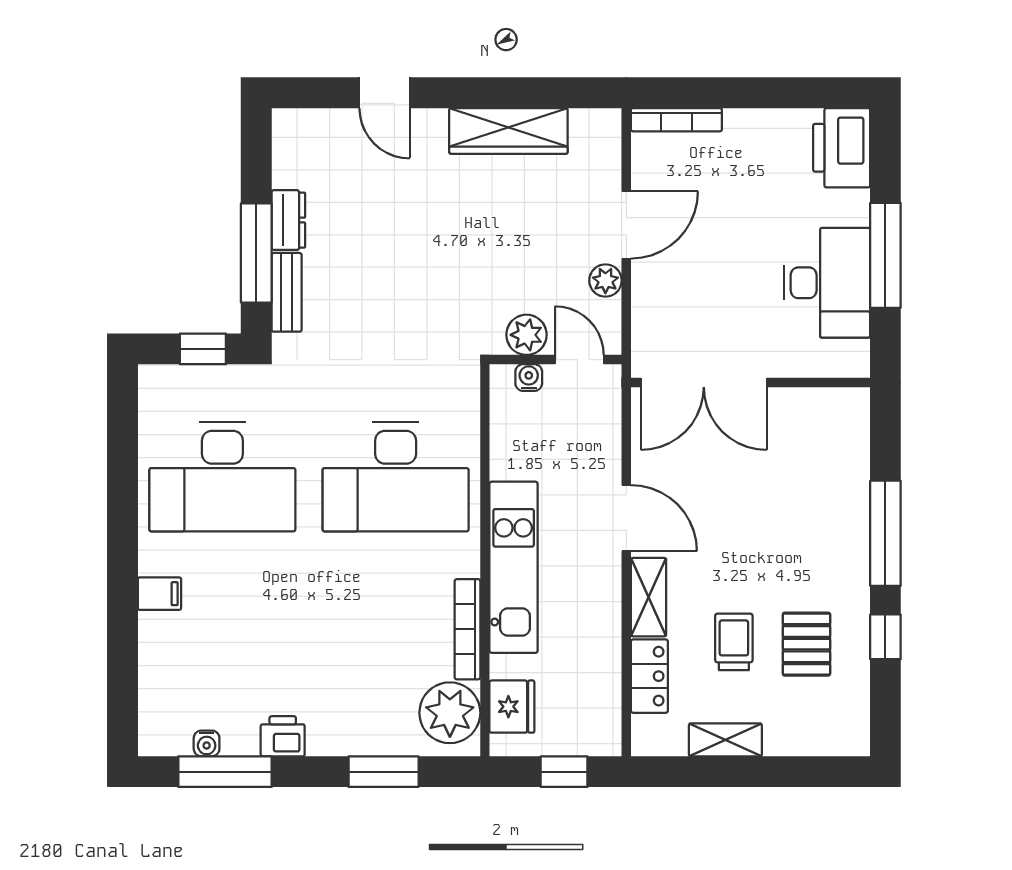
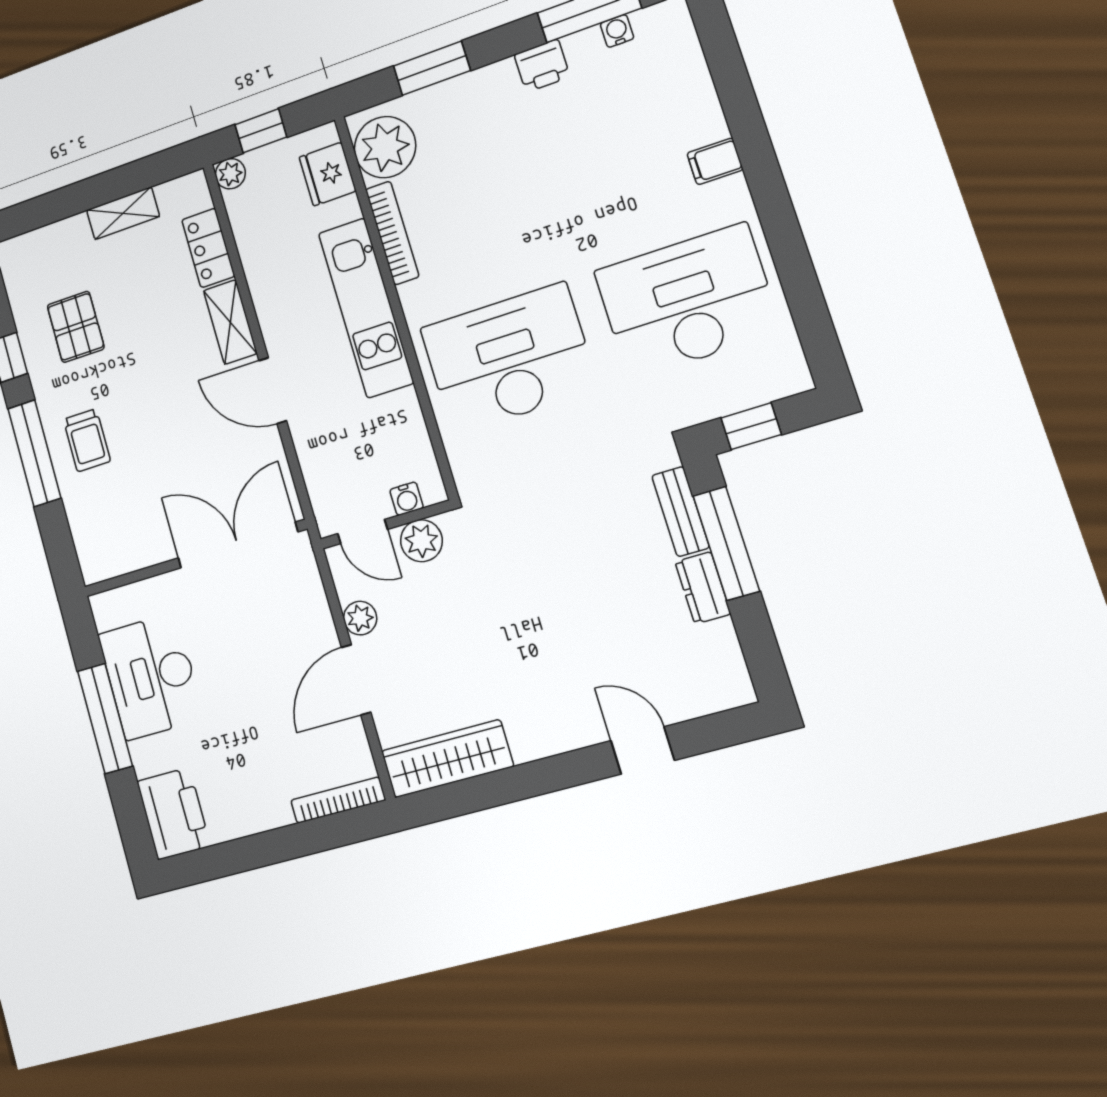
wardrobe: (508, 131) -> (447, 759), moved
trolley: (734, 642) -> (87, 440), moved
plant: (606, 741) -> (230, 174), added

